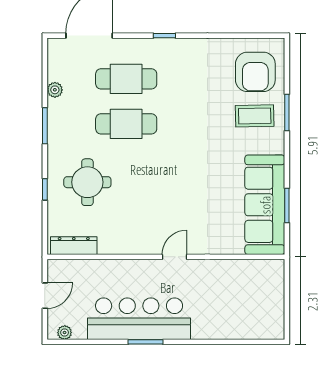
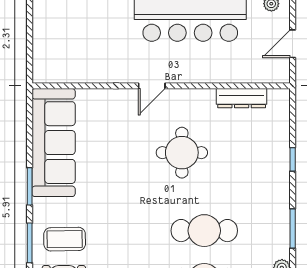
round table: (87, 182) -> (182, 153), moved
window: (287, 206) -> (30, 186), moved
dresser: (74, 246) -> (242, 98), moved

